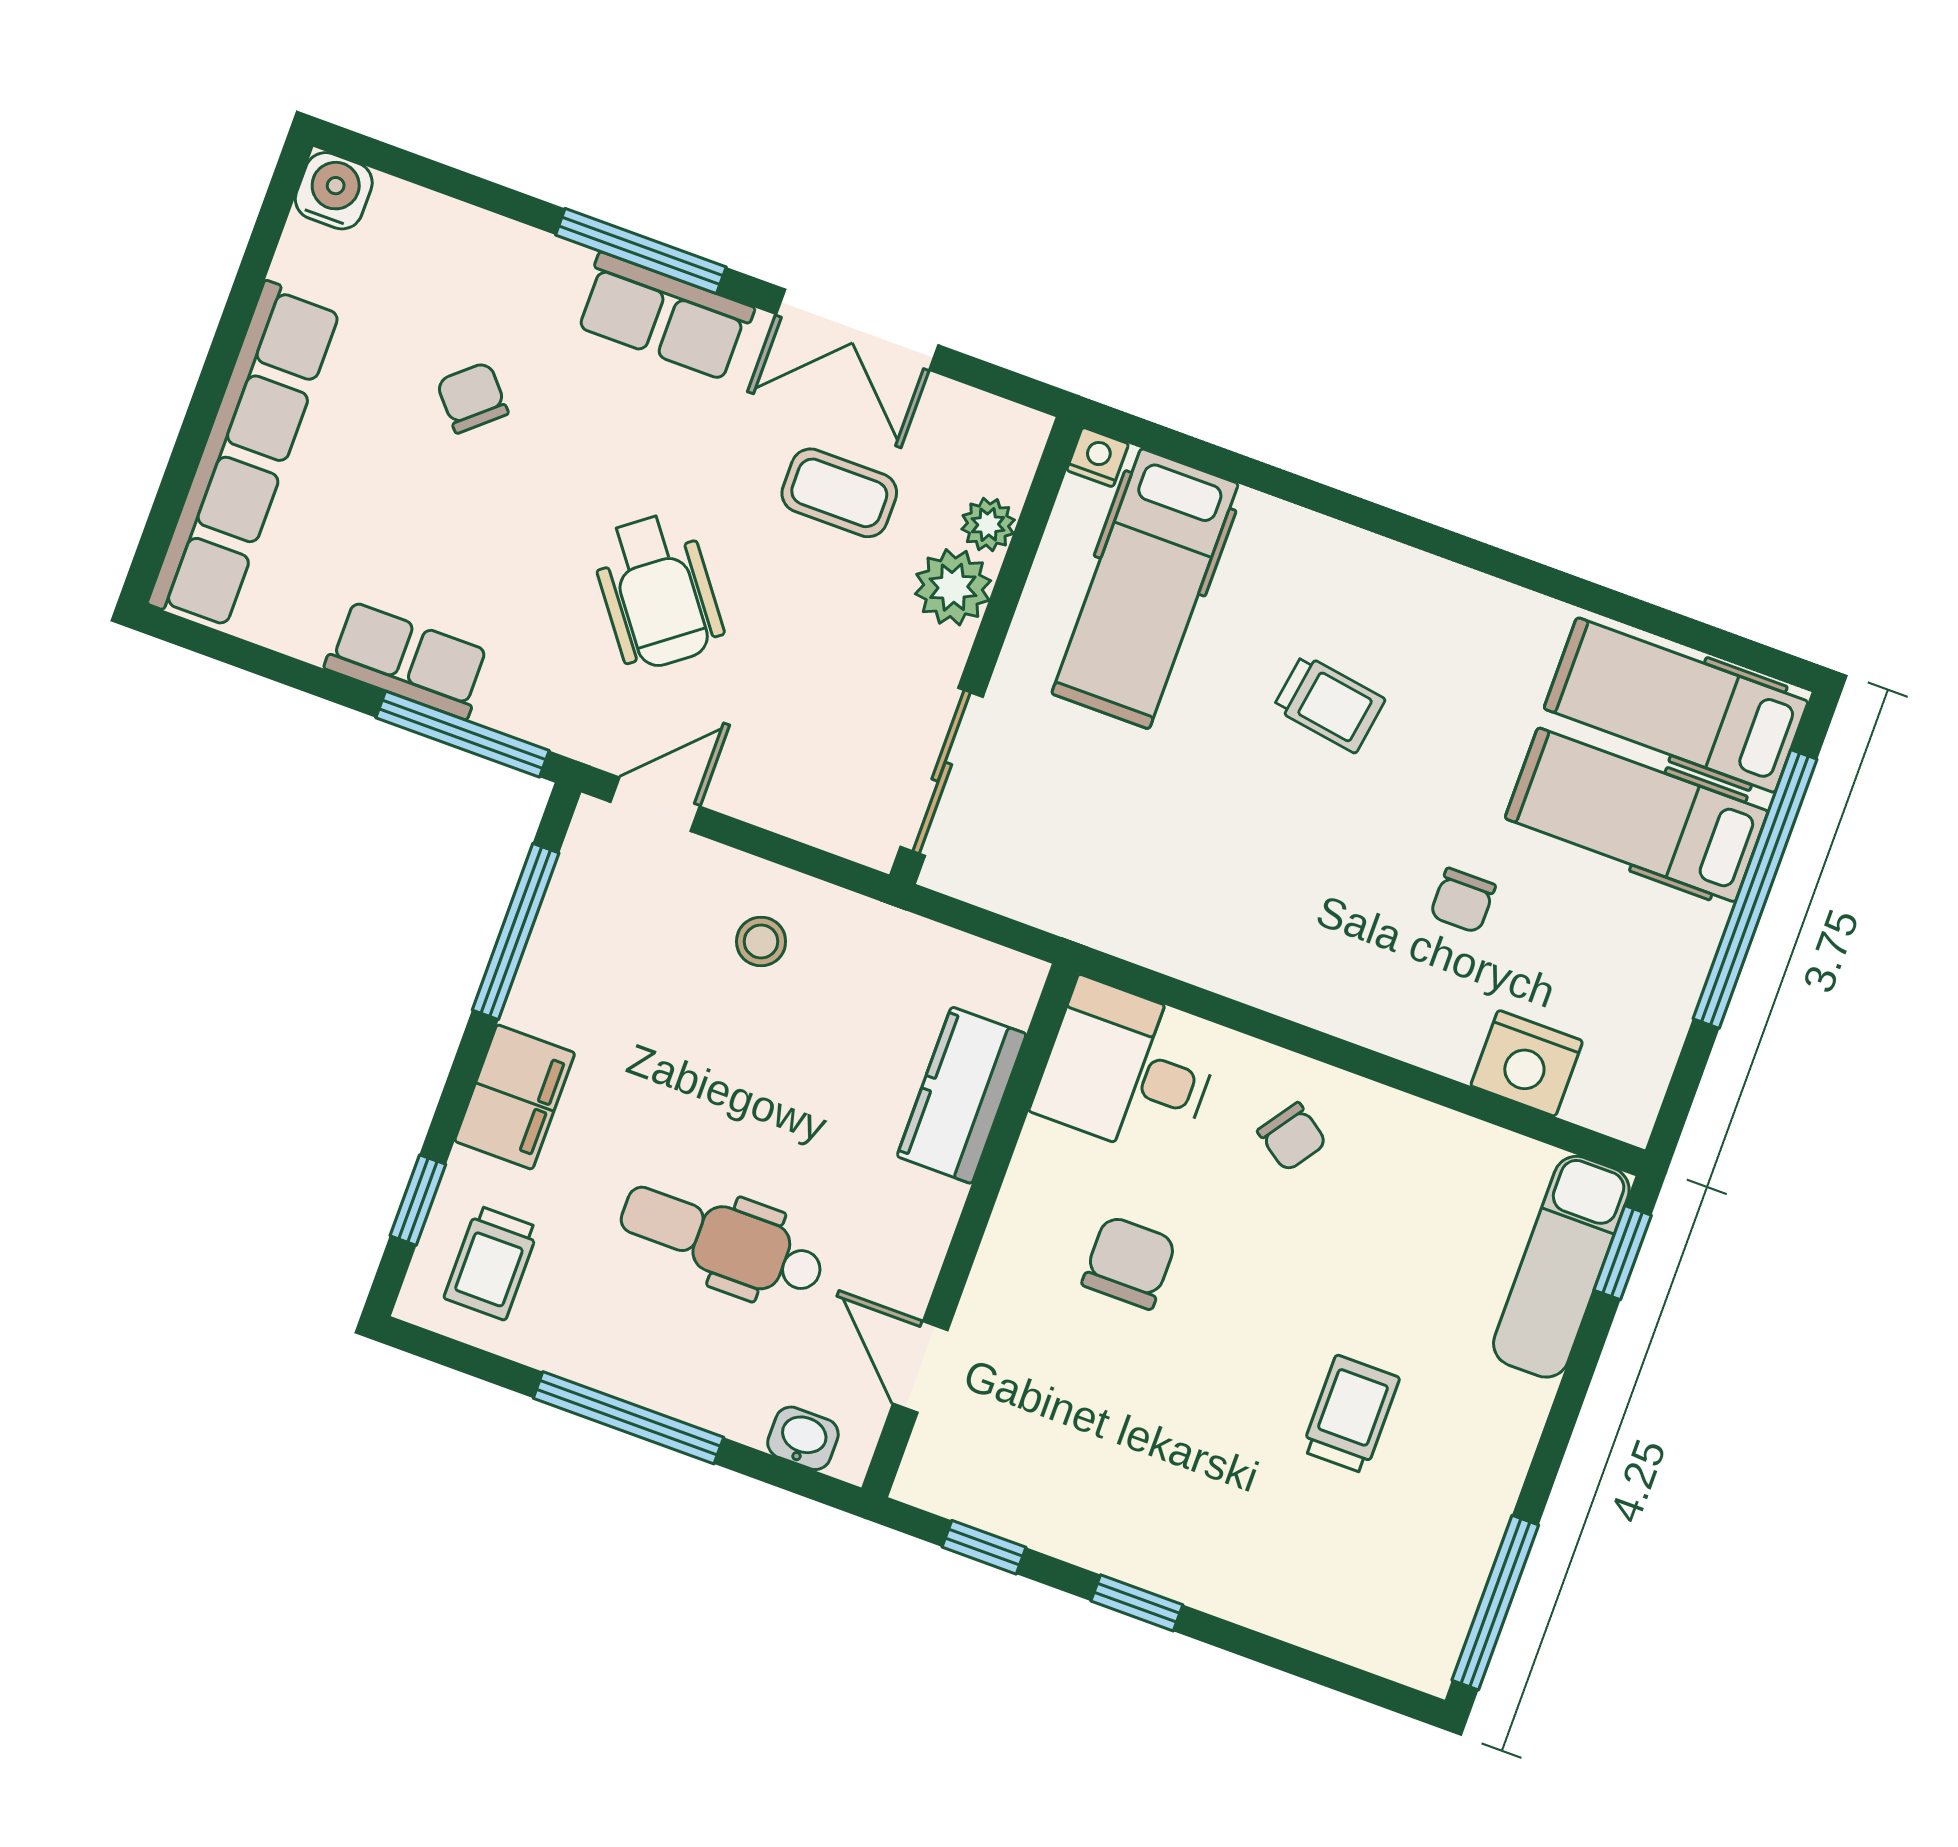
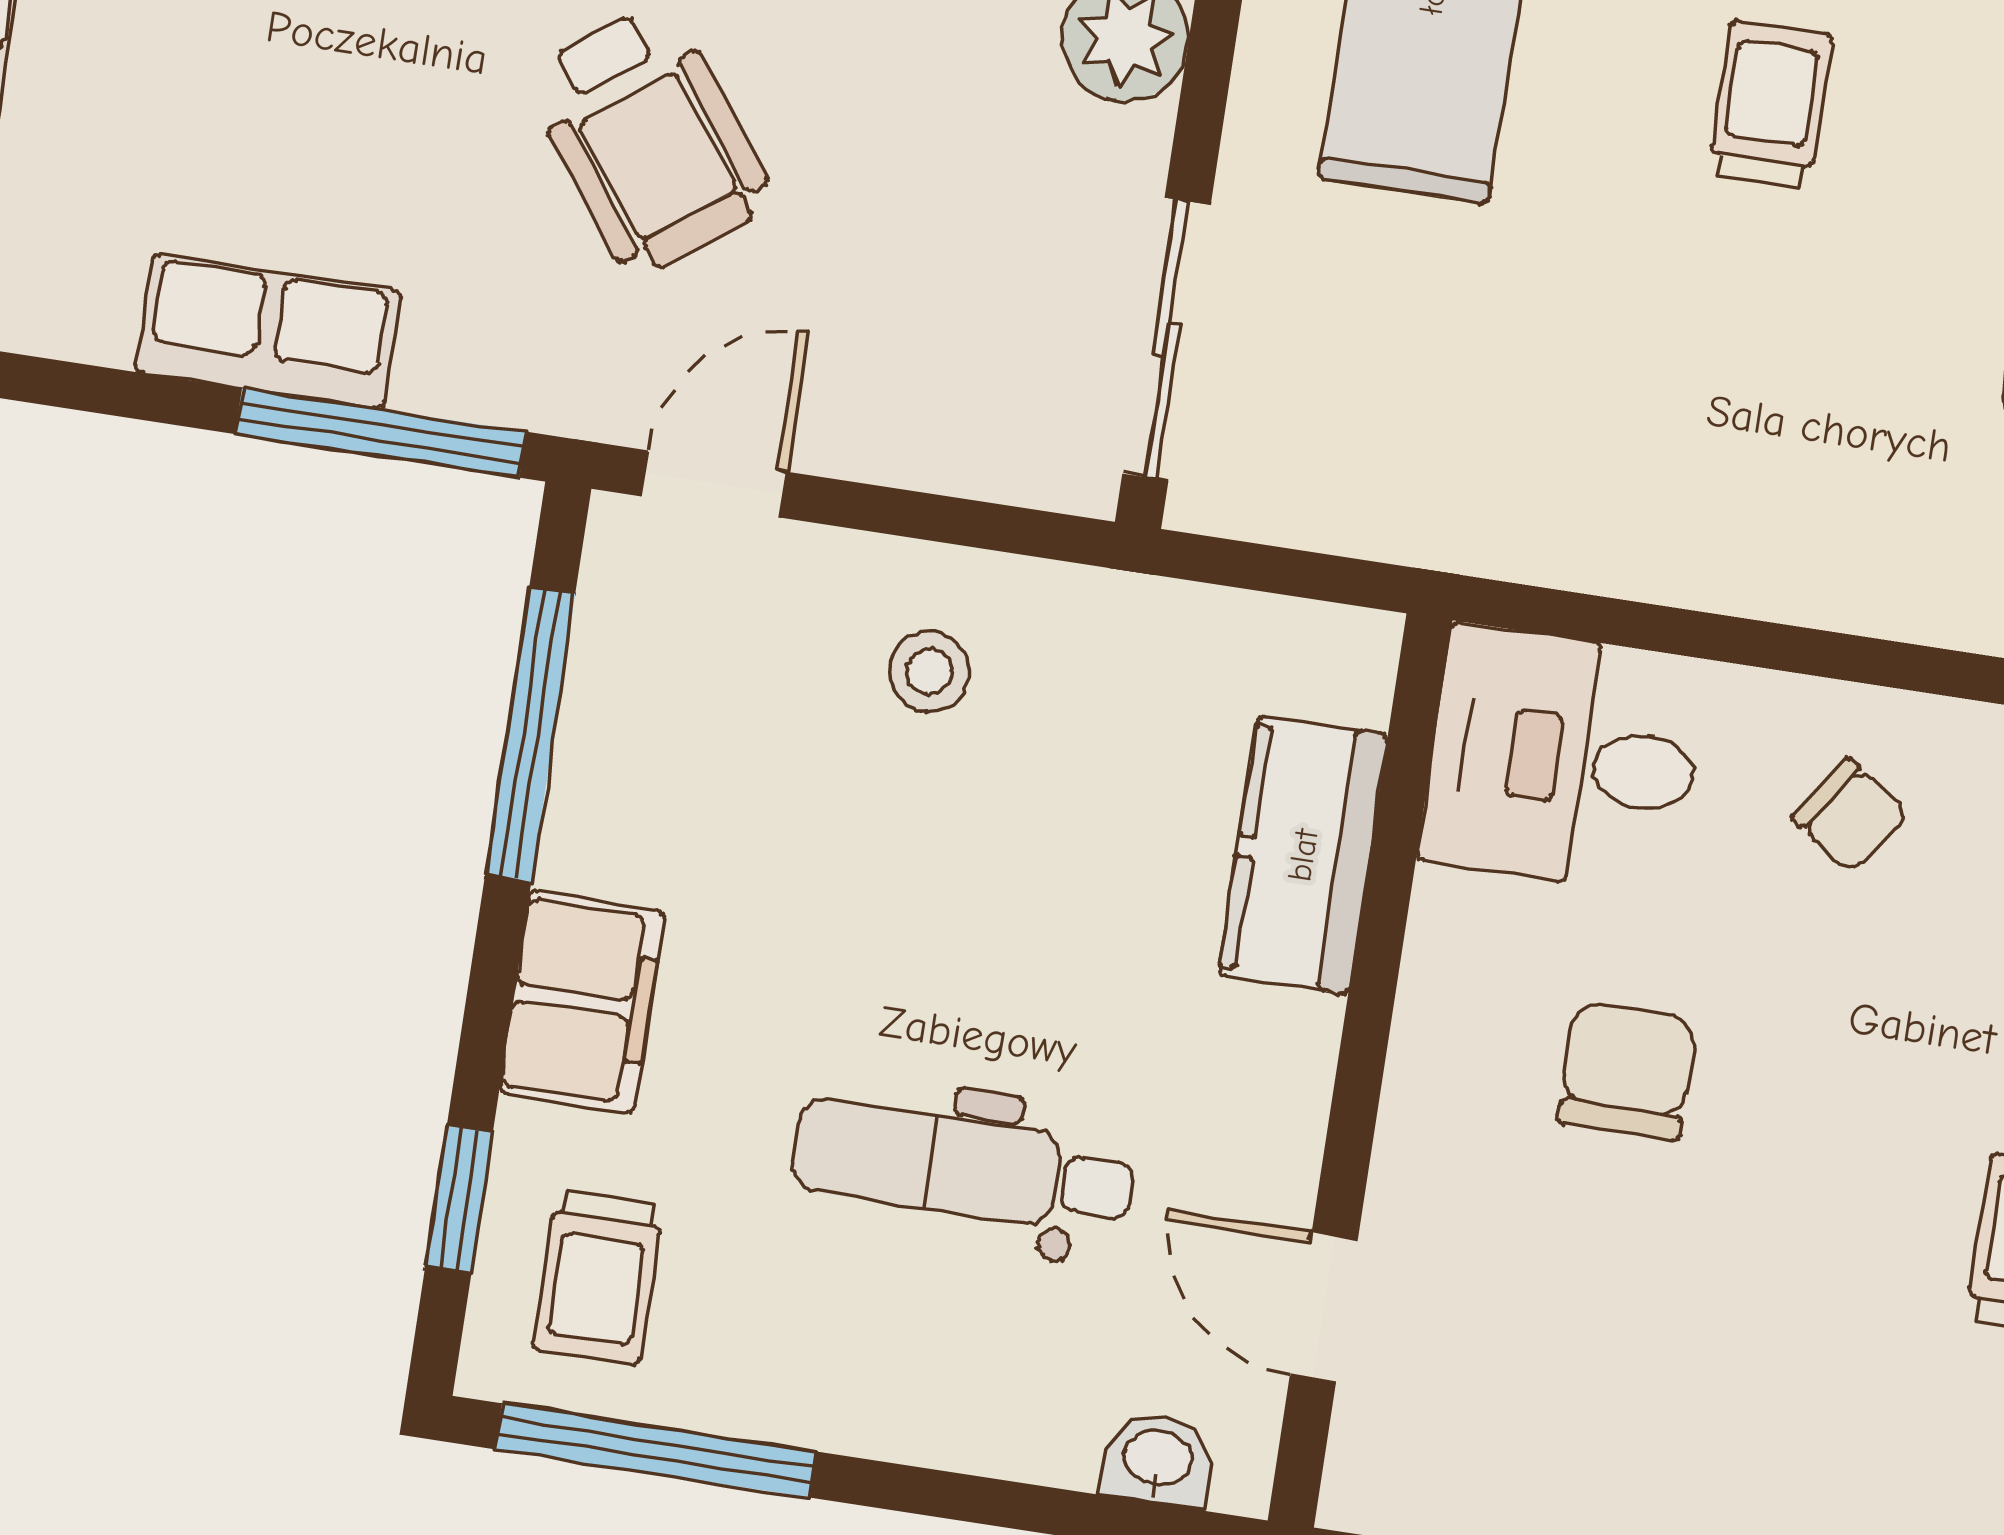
trolley: (1329, 704) -> (1770, 104), turned -99
window: (628, 1418) -> (655, 1450), moved

